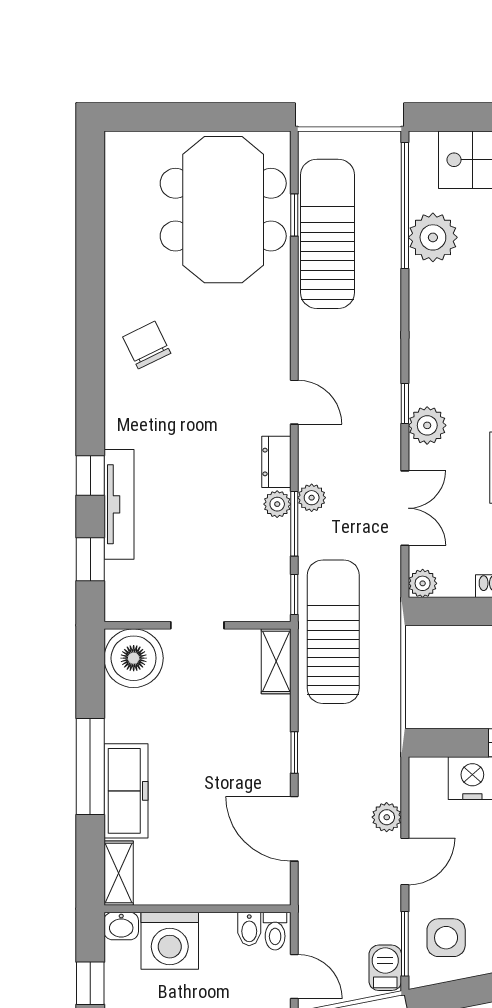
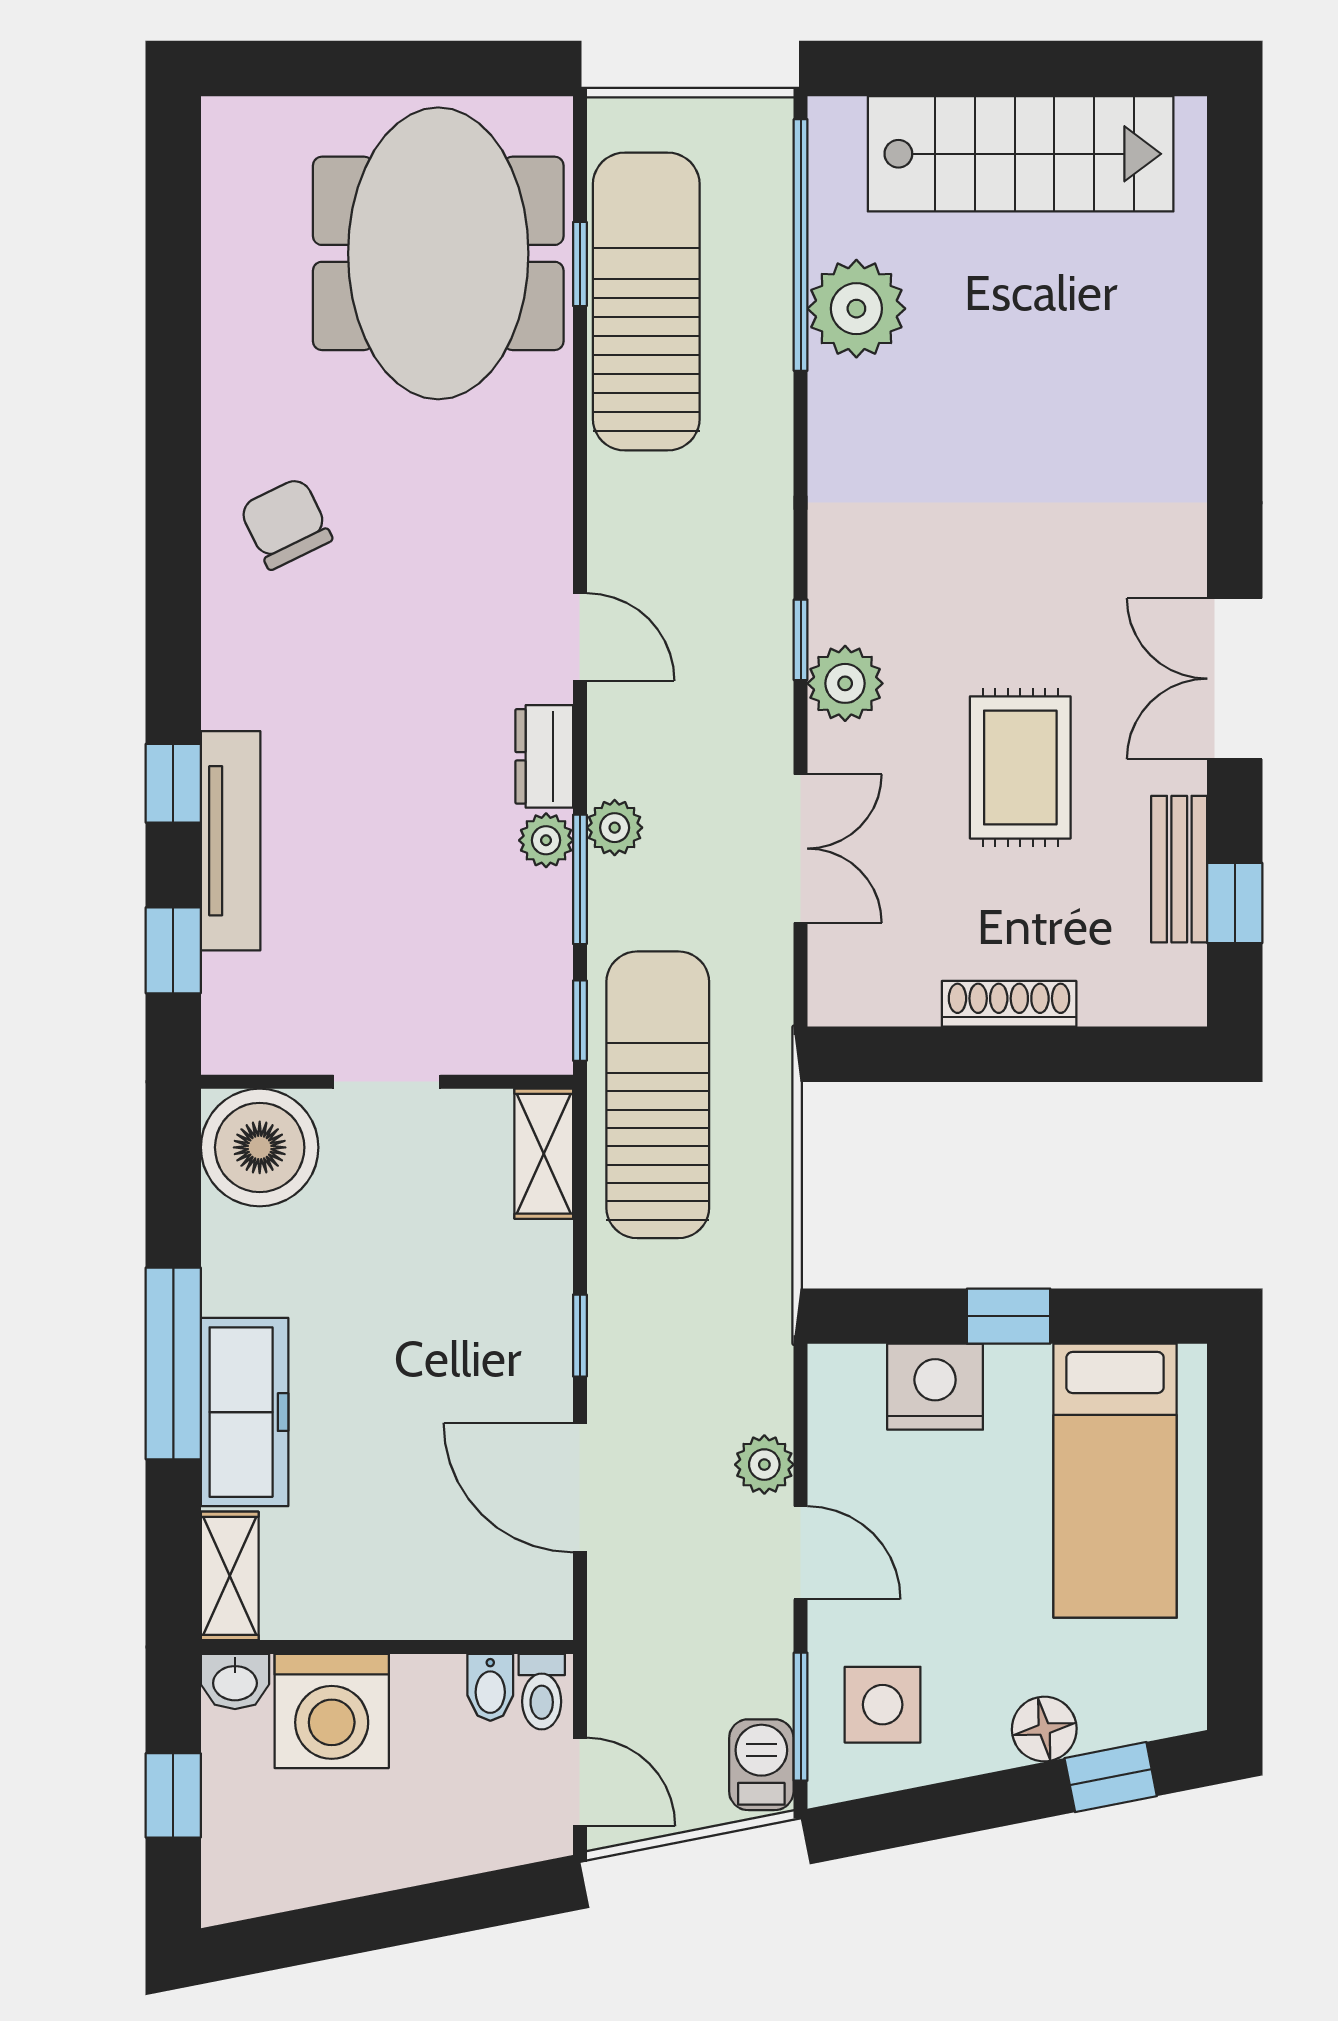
plant: (423, 583) -> (836, 998), removed
door: (405, 861) -> (801, 1553), hinge flipped

